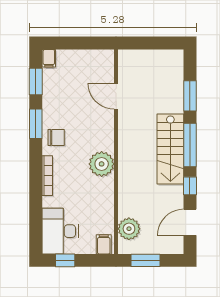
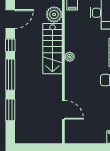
stairs: (170, 149) -> (52, 49), moved, turned 180
plant: (102, 164) -> (70, 57), width x0.53, depth x0.53

